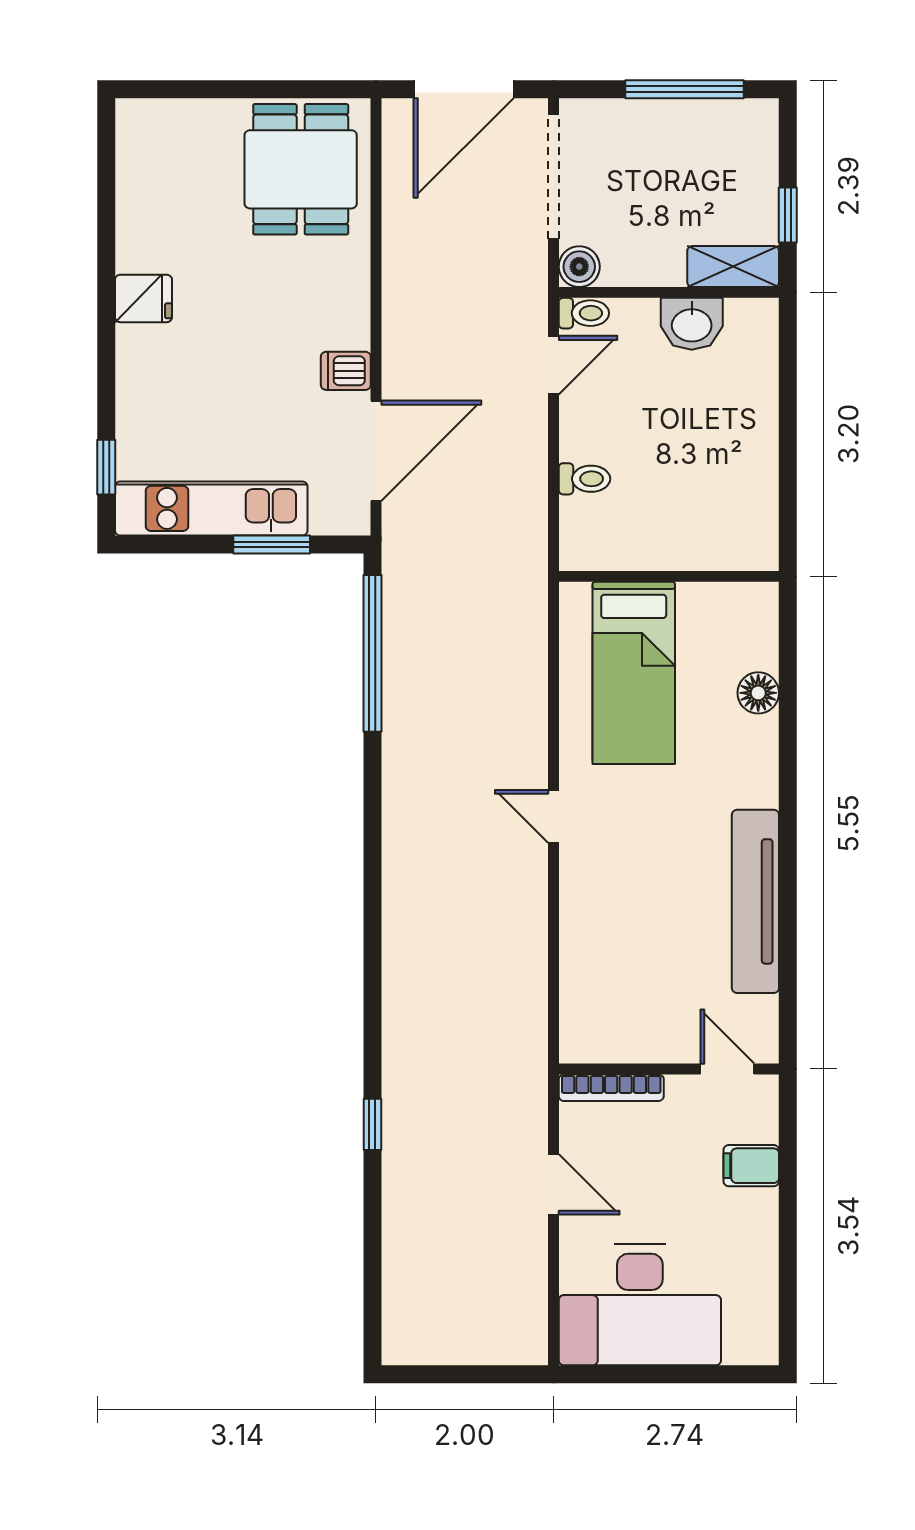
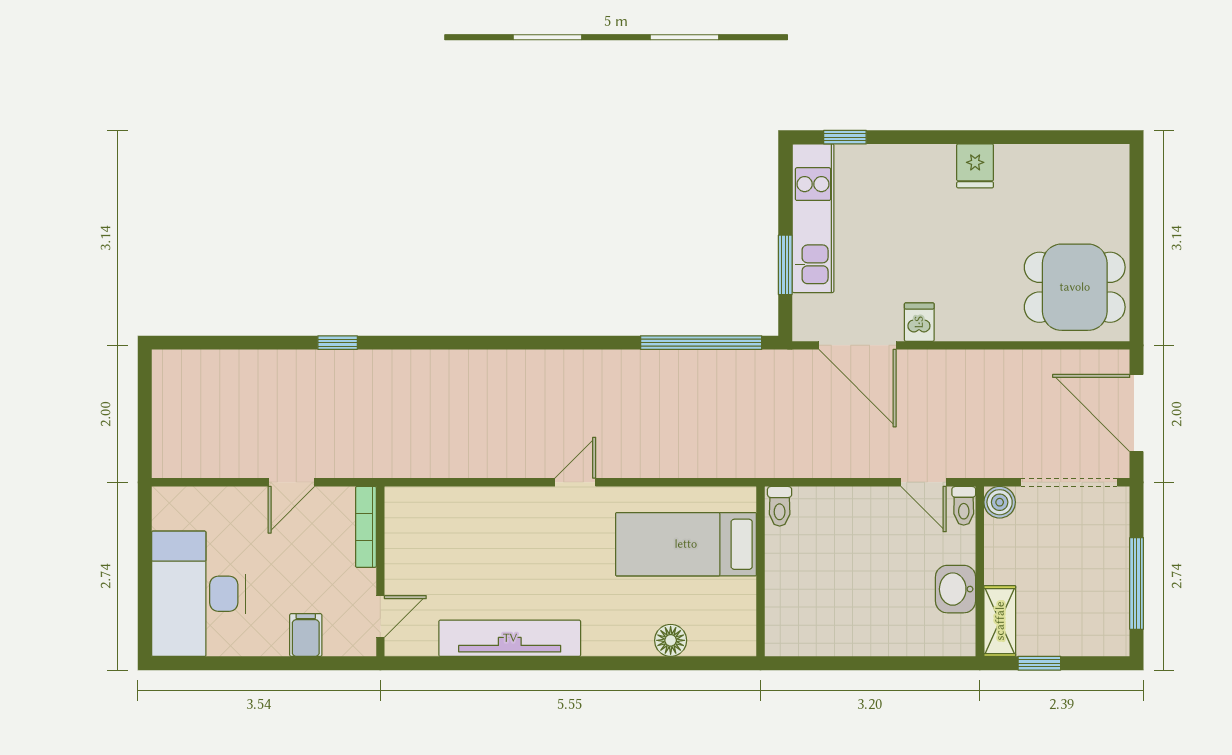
toilet: (584, 479) -> (780, 506), moved
desk: (640, 1305) -> (198, 594), moved

